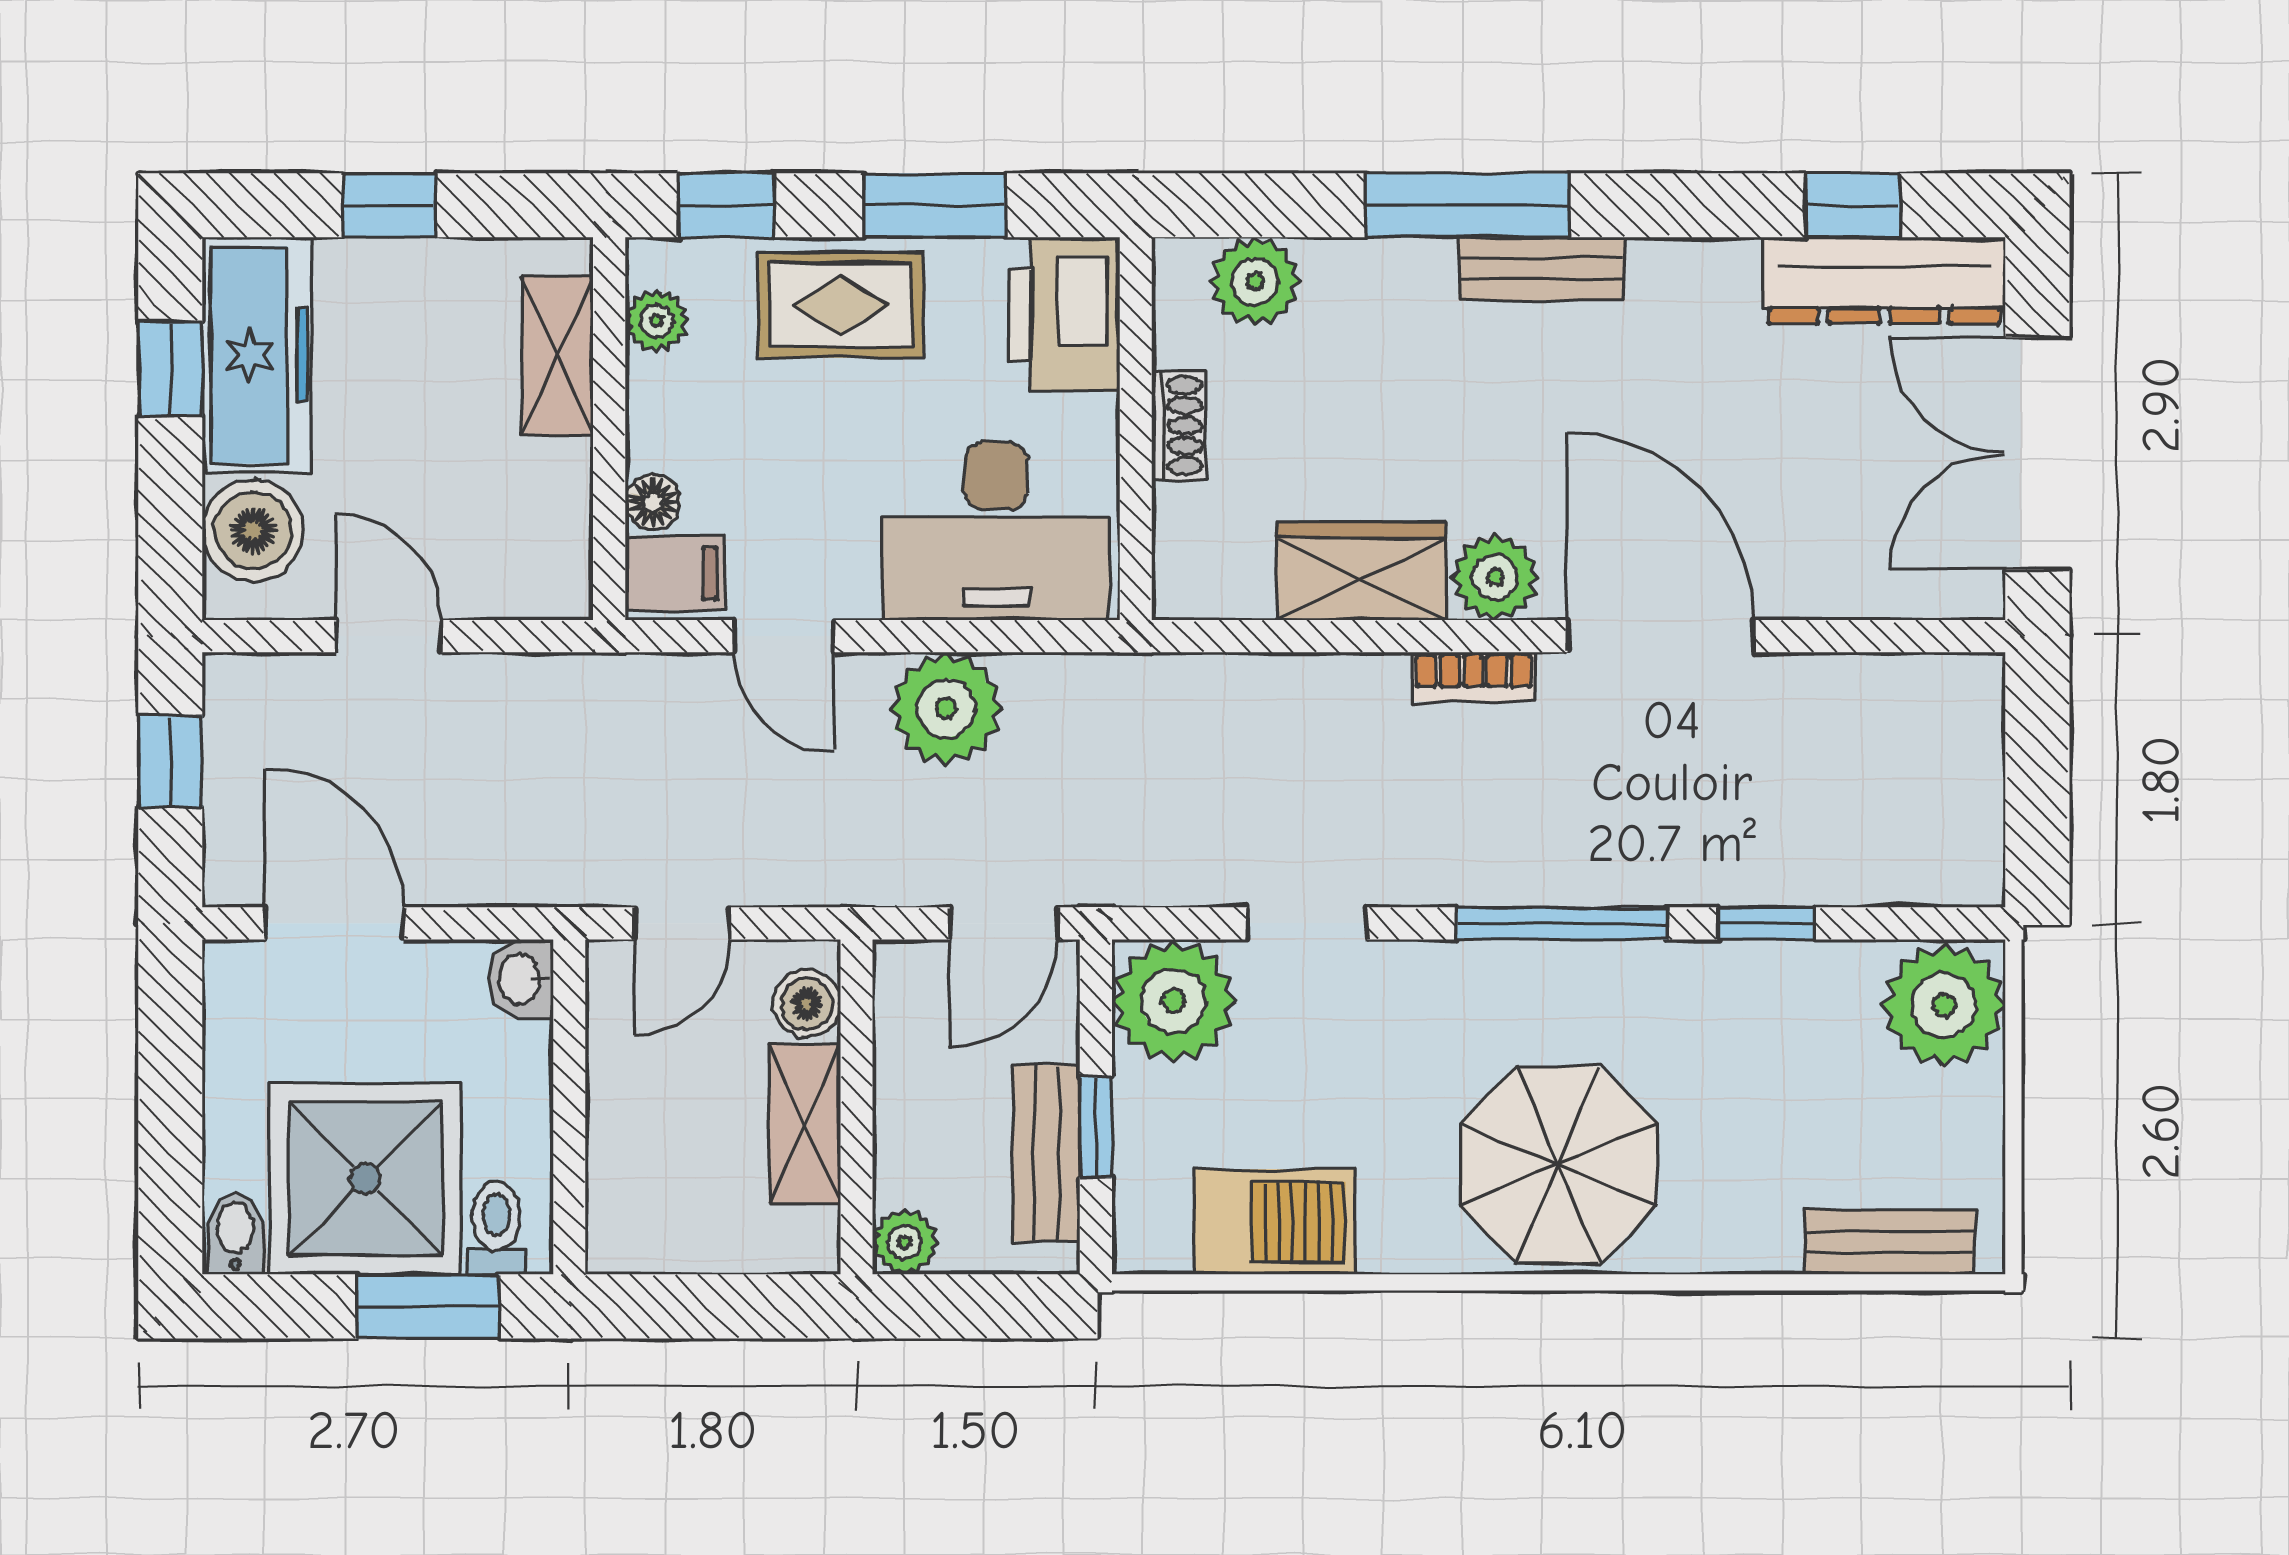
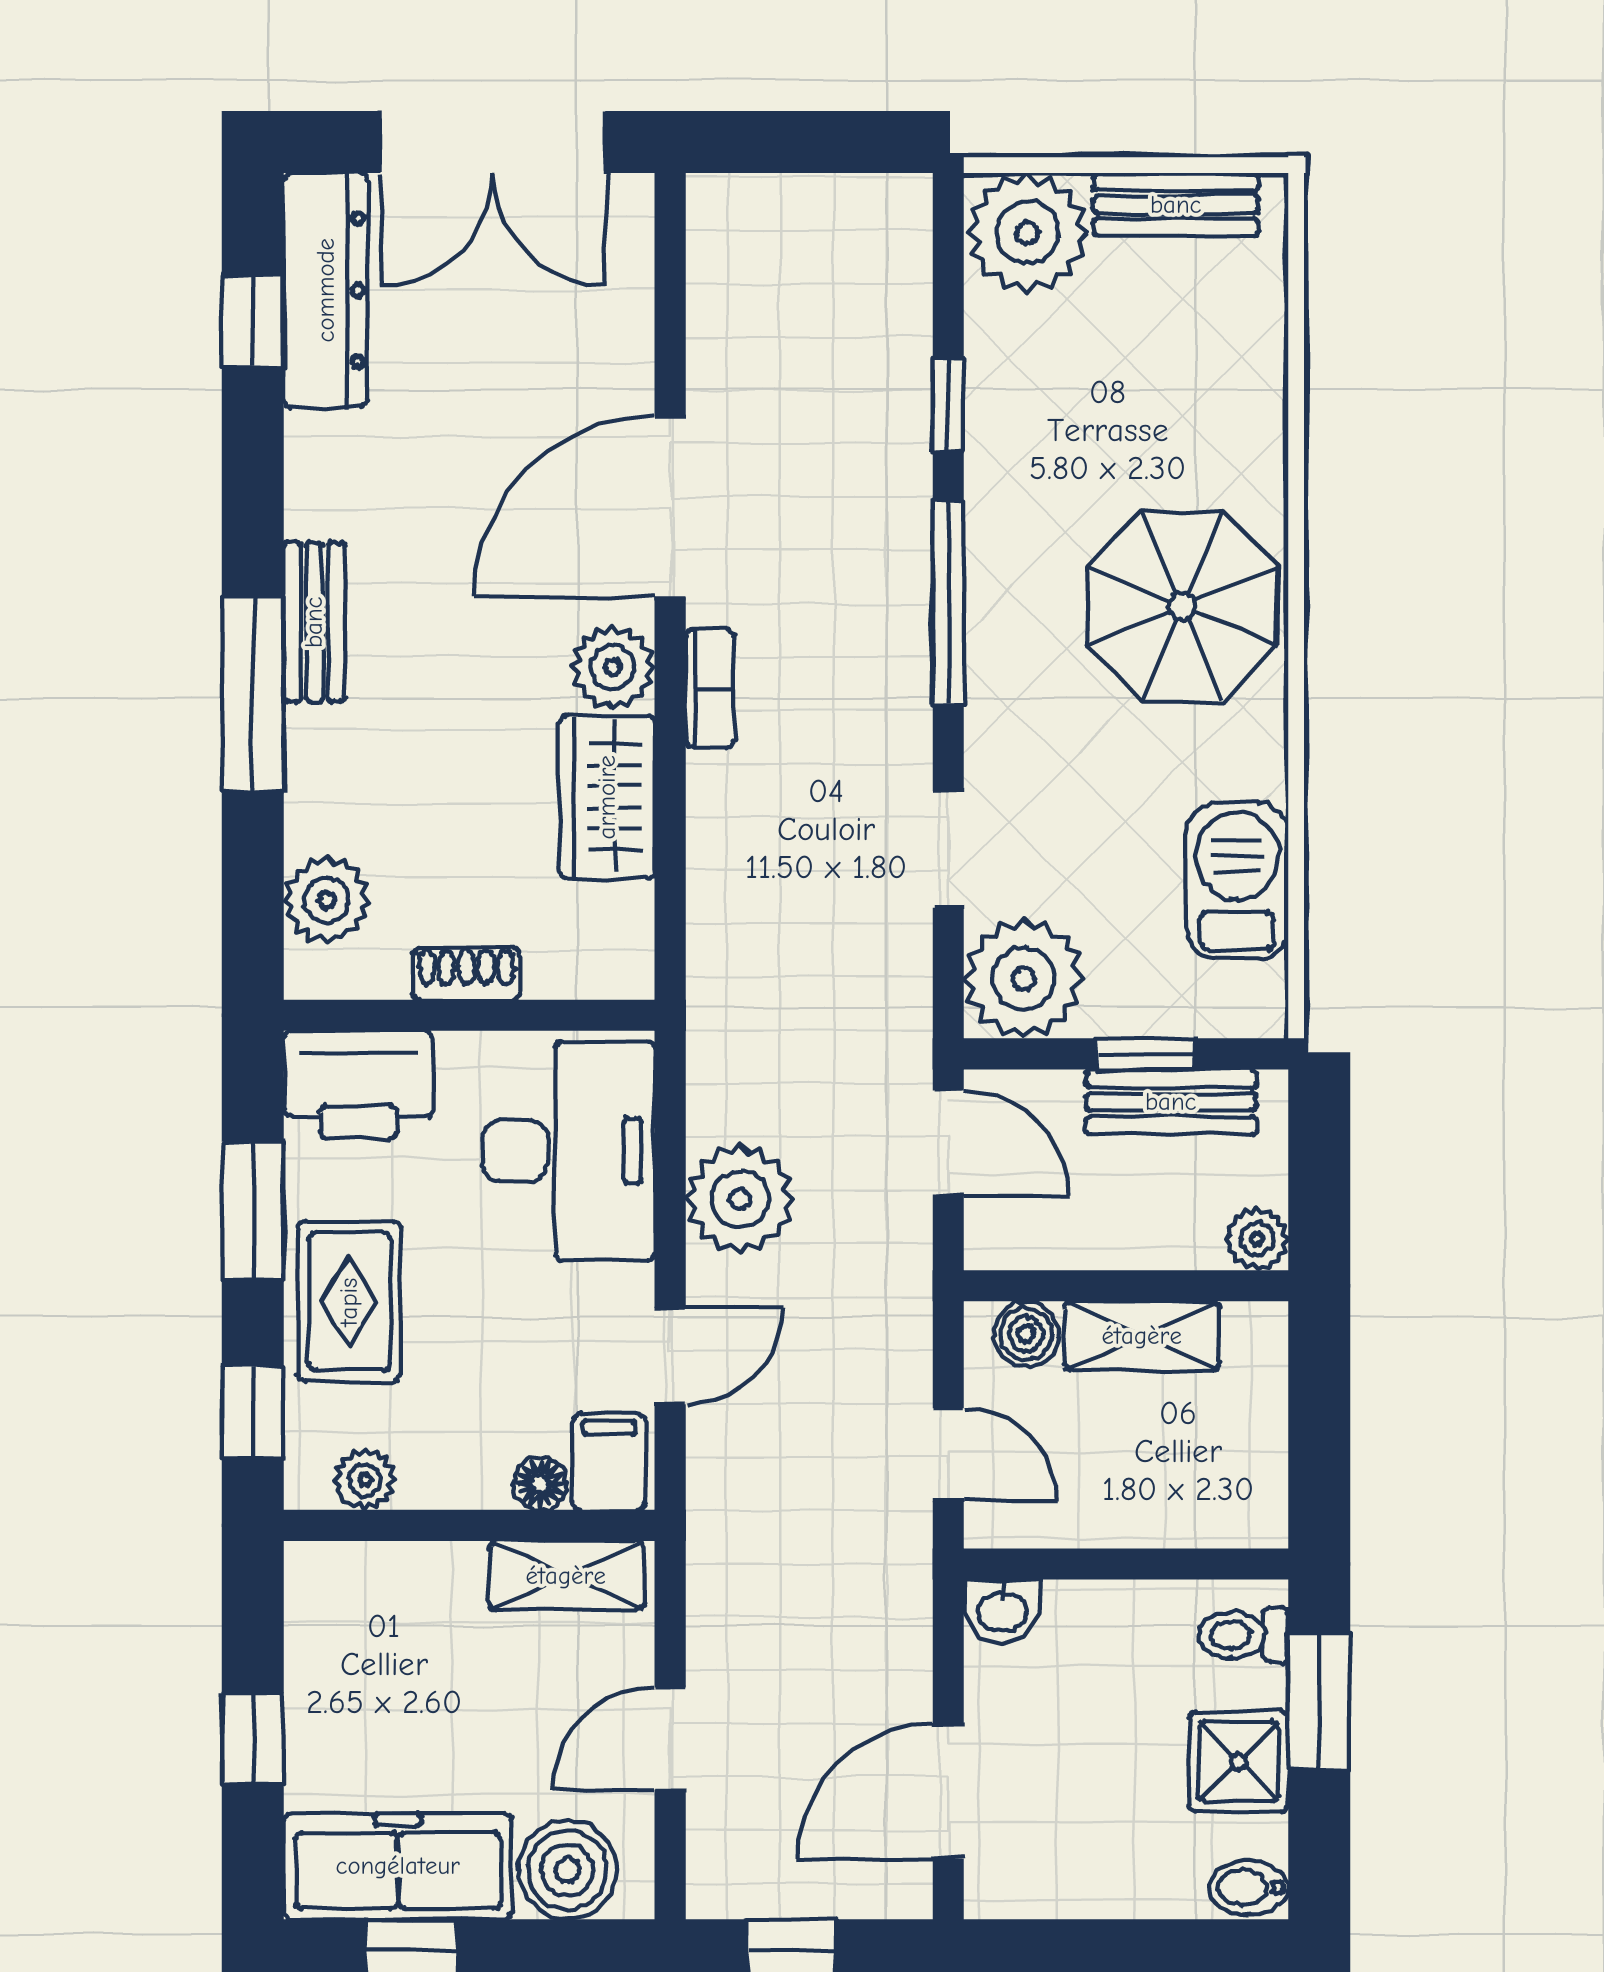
shelving: (557, 356) -> (566, 1576), moved
shower: (365, 1178) -> (1238, 1762), width x0.54, depth x0.54
bench: (1889, 1242) -> (1176, 205), moved, turned 90

